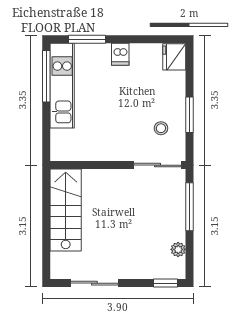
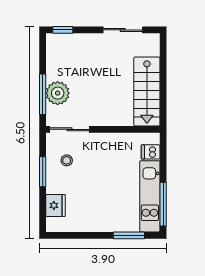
dishwasher: (120, 54) -> (151, 152), moved, turned -90
fridge: (174, 57) -> (55, 205), moved
plant: (178, 249) -> (58, 93), moved, width x1.88, depth x1.88

